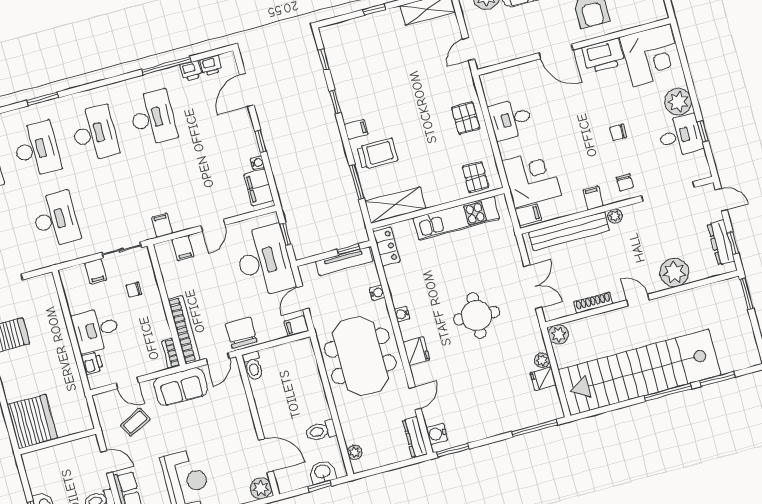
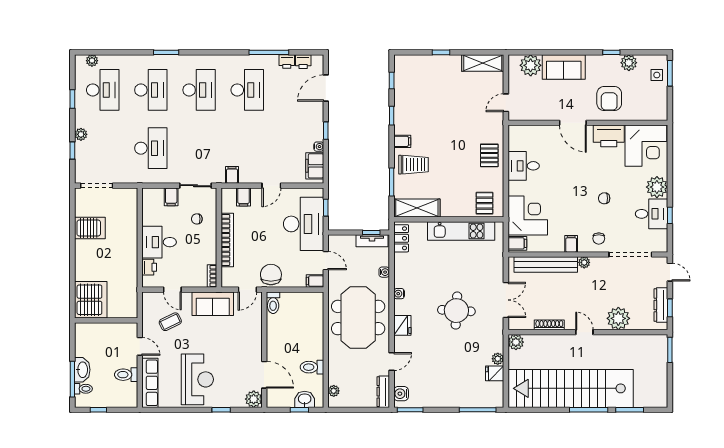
tv unit: (344, 261) -> (372, 241), width x0.71
door: (303, 298) -> (326, 261), swing flipped
bookcase: (184, 330) -> (227, 240), moved

